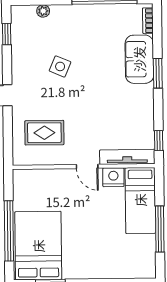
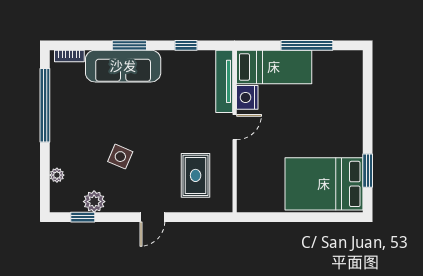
plant: (20, 44) -> (94, 202), added
sofa: (139, 59) -> (123, 66), width x1.36
window: (159, 141) -> (186, 45), moved
window: (9, 231) -> (307, 217), removed

